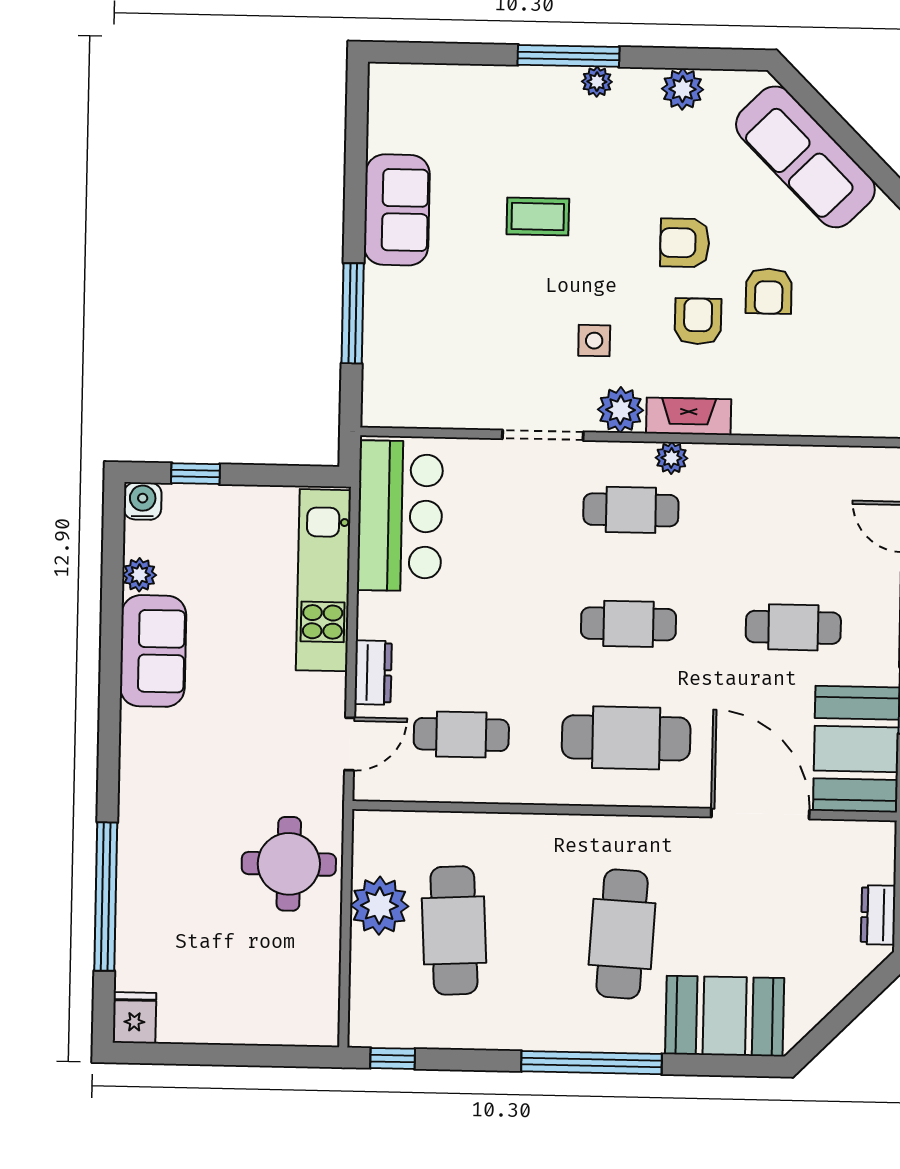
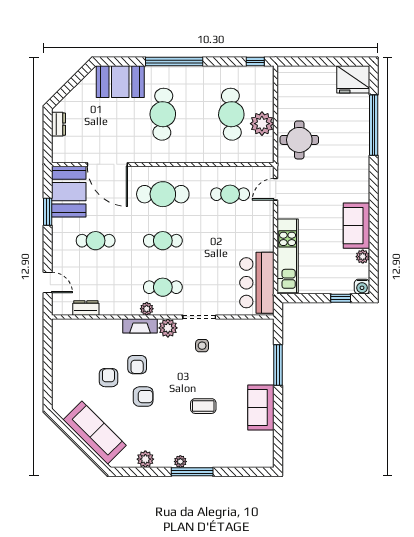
side table: (594, 341) -> (202, 346), moved
dresser: (373, 673) -> (86, 308), moved, turned 90
fridge: (134, 1018) -> (353, 79), width x1.88, depth x1.34

